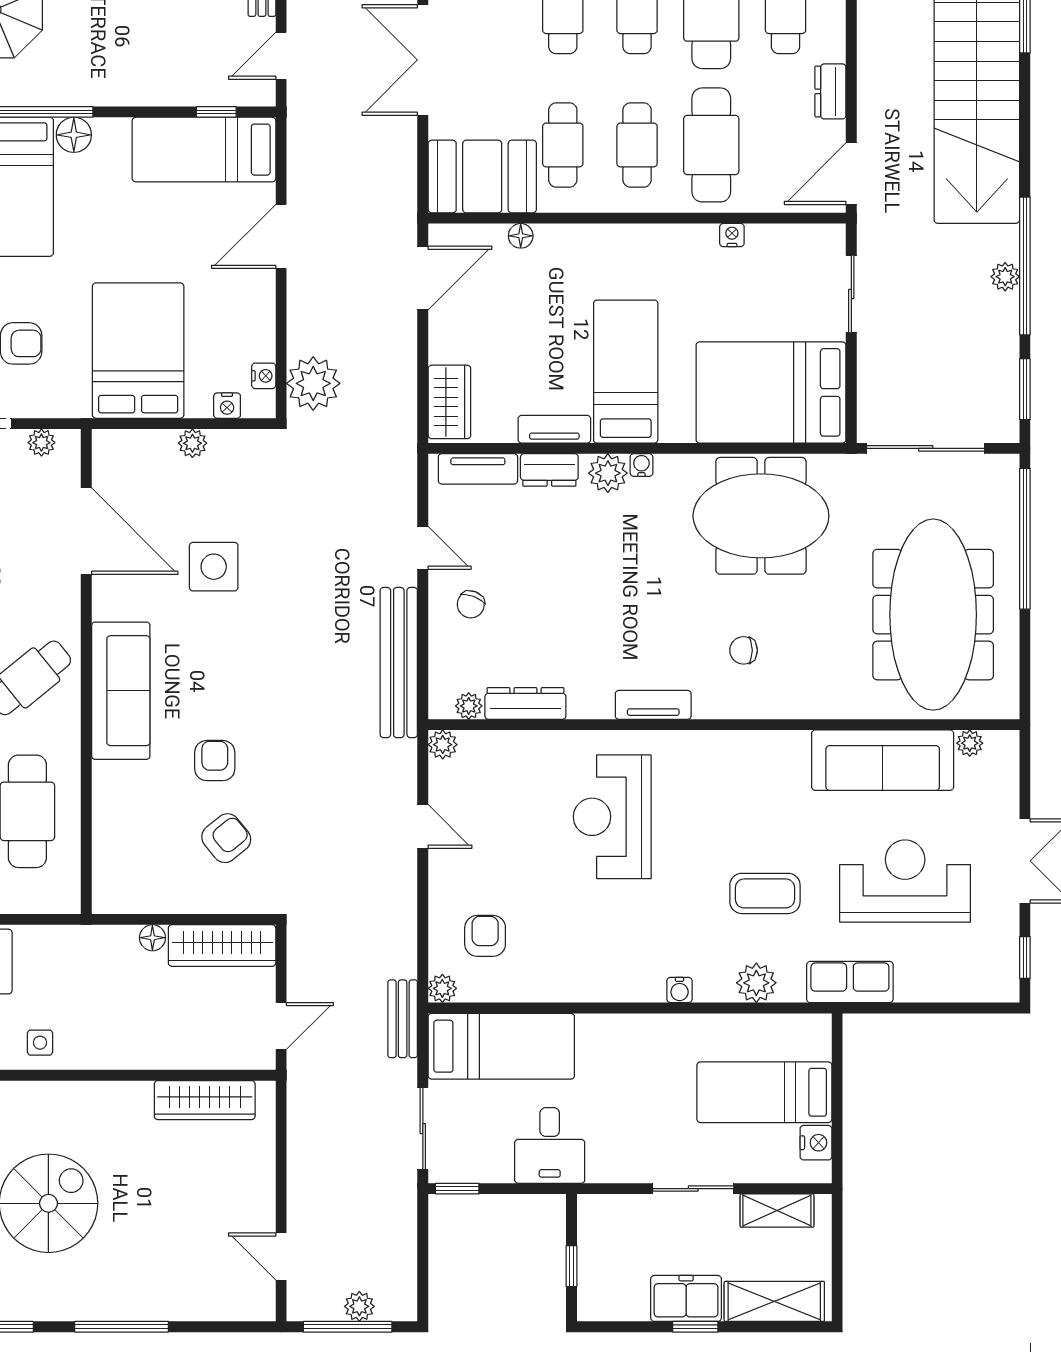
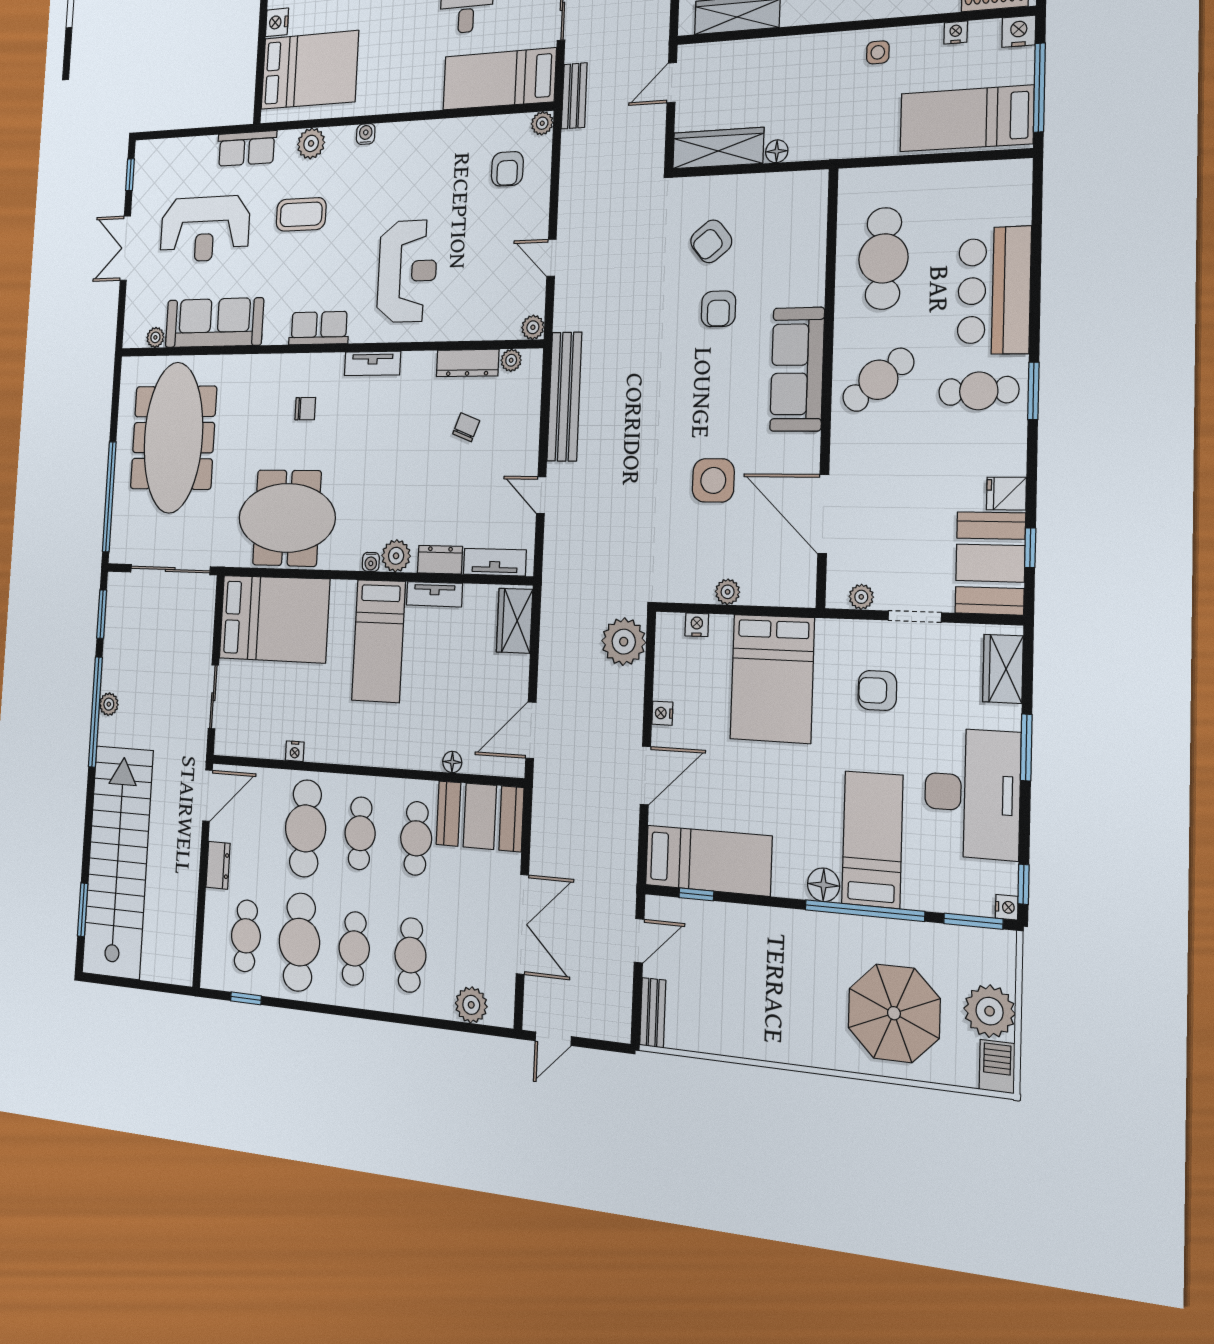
nightstand: (264, 376) -> (662, 713), moved
chair: (471, 604) -> (466, 427), moved
row of seats: (731, 750) -> (319, 328), added
bed: (764, 1092) -> (310, 70), width x1.50

